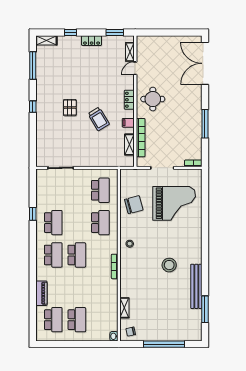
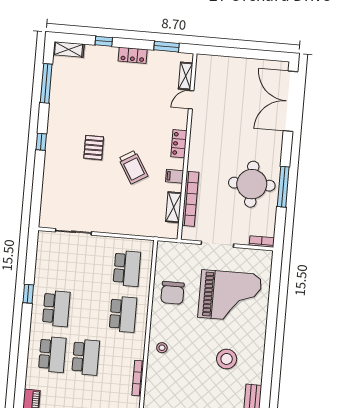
round table: (153, 99) -> (252, 184), moved, width x1.36, depth x1.36
chair: (134, 205) -> (173, 293), turned 105
stool: (169, 265) -> (227, 359), moved

